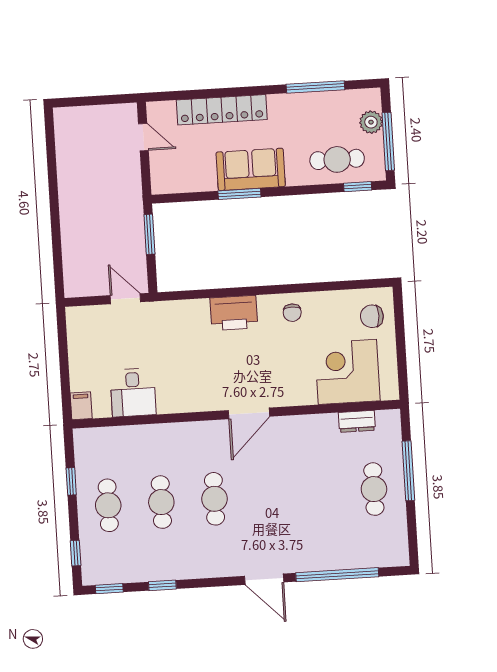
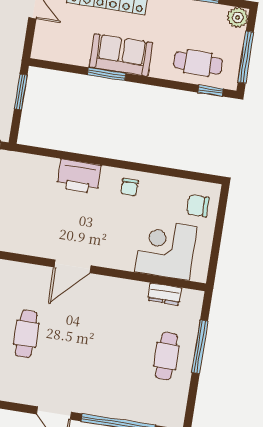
plant: (371, 122) -> (238, 17), moved

